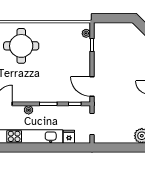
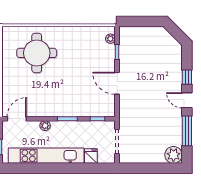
door: (92, 86) -> (117, 83), moved

